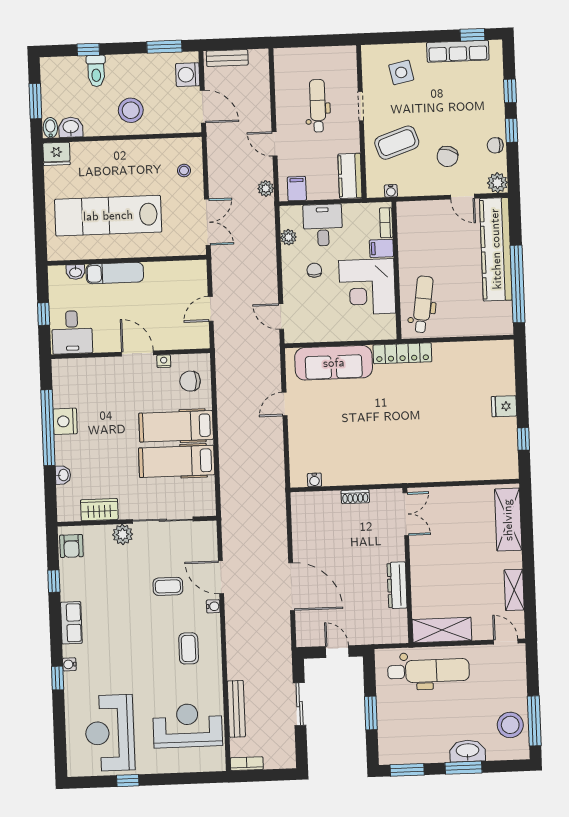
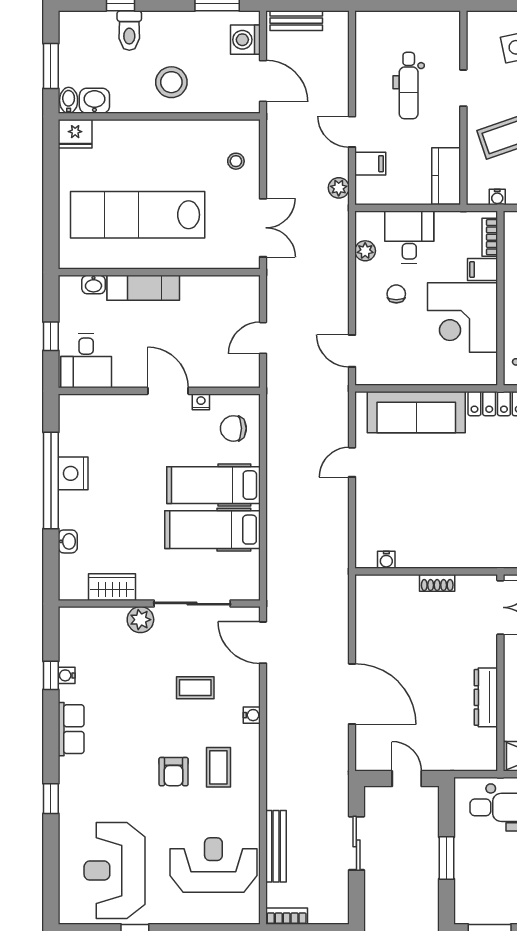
dental chair: (318, 106) -> (409, 86), turned 180
filing cabinet: (297, 189) -> (370, 164), moved, turned 90
armchair: (71, 546) -> (174, 772), moved
door: (221, 577) -> (263, 643), moved
water cooler: (69, 664) -> (67, 675), moved

